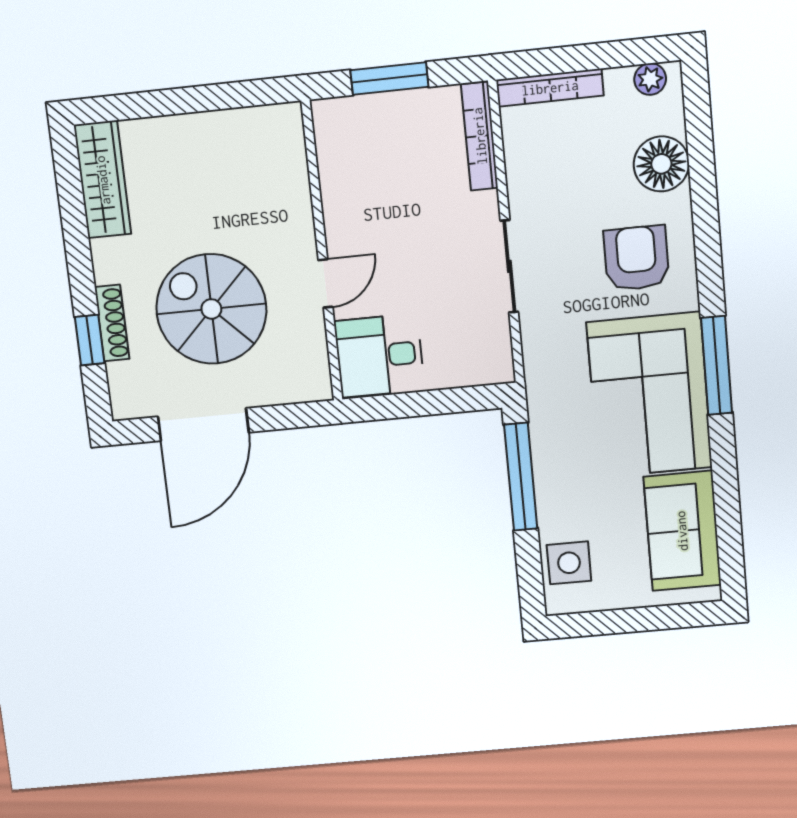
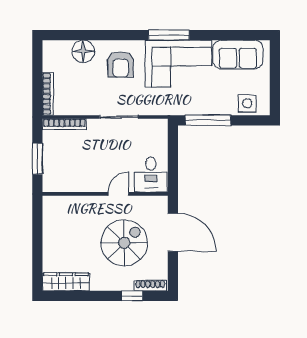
plant: (650, 79) -> (49, 53), removed
armchair: (636, 258) -> (121, 64), turned -90
door: (325, 284) -> (118, 194), hinge flipped
spiral stairs: (211, 309) -> (124, 243), turned 180
shoe rack: (112, 323) -> (150, 286), moved
door: (203, 425) -> (173, 232), moved

